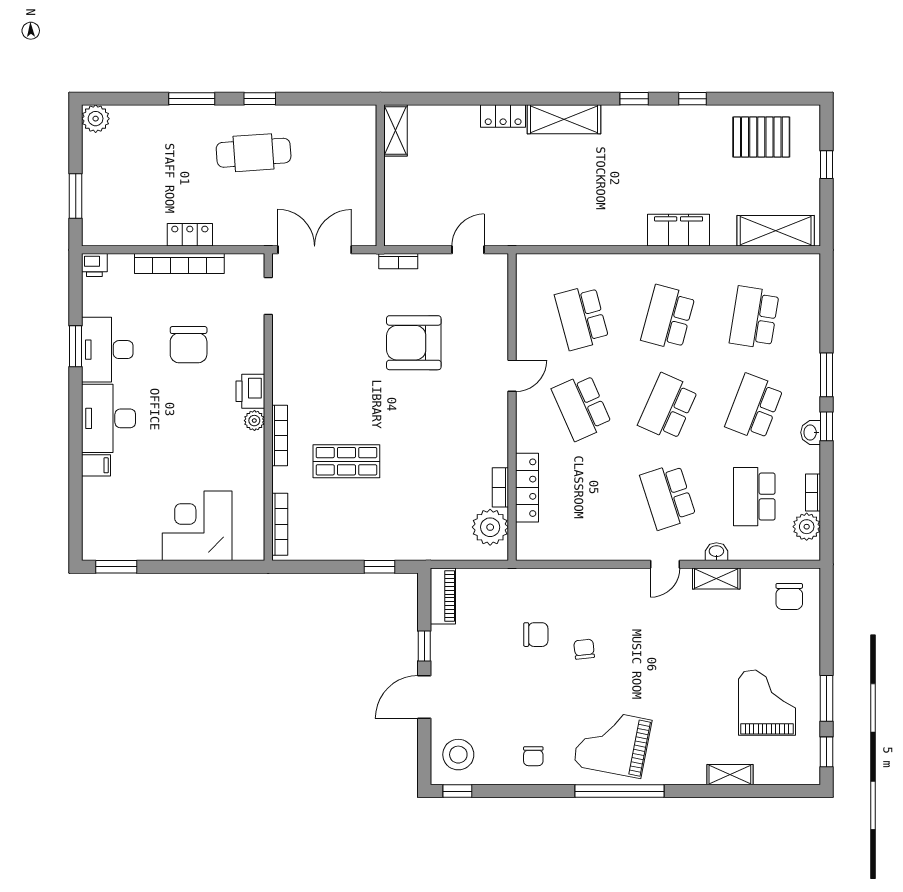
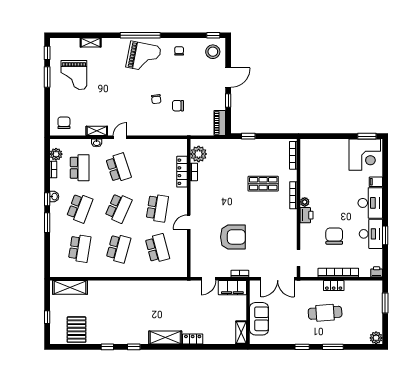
pallet: (761, 137) -> (76, 330), turned 90
cafe table: (254, 153) -> (325, 313), moved
sofa: (356, 161) -> (259, 319), added
filing cabinet: (679, 230) -> (232, 288), moved
school desk: (582, 407) -> (157, 208), turned 33
corner desk: (197, 526) -> (365, 155), moved

